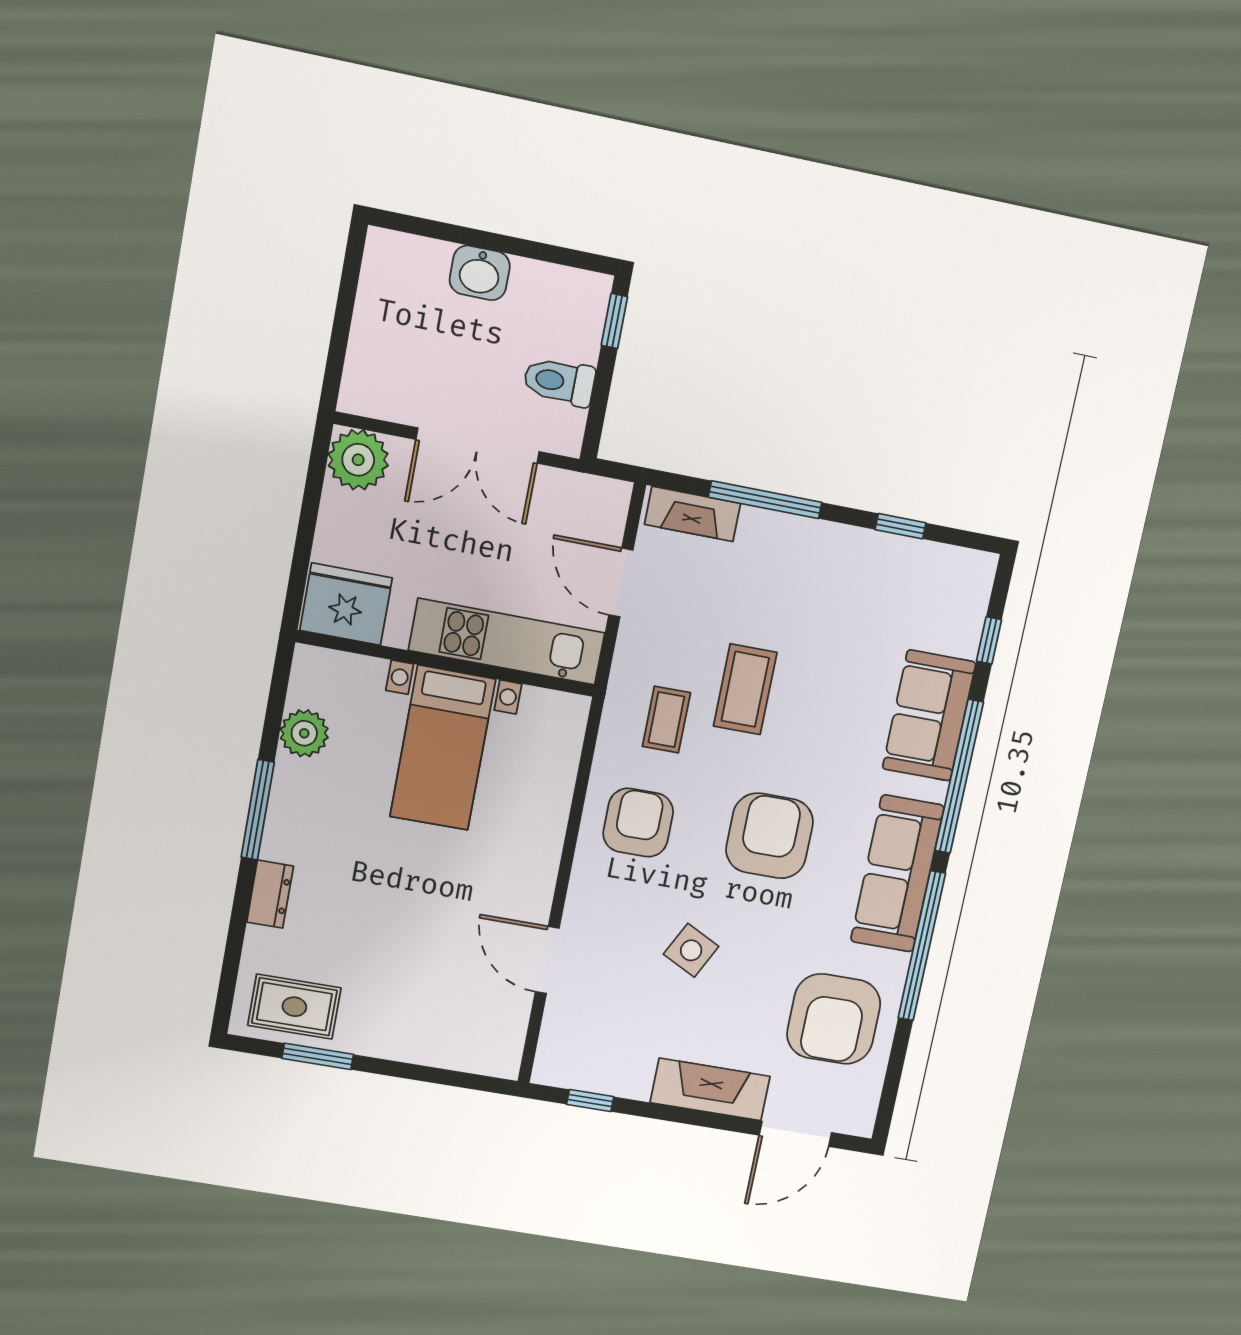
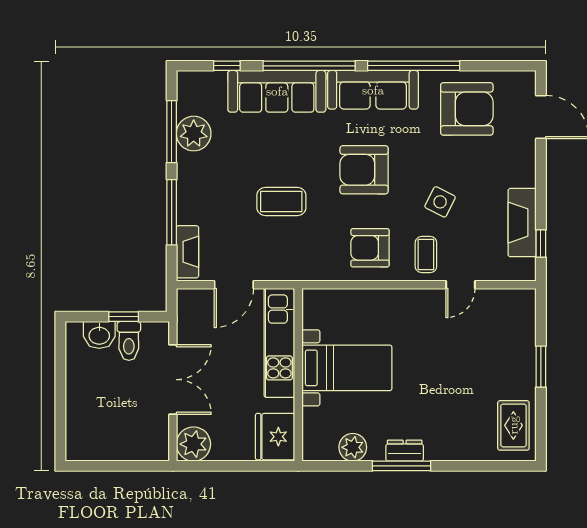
washbasin: (480, 273) -> (99, 335), moved, turned 90
window: (614, 321) -> (124, 317), moved
window: (901, 526) -> (172, 132), width x2.17
plant: (889, 563) -> (194, 134), added
sofa: (929, 716) -> (277, 91), width x1.36
coffee table: (666, 720) -> (426, 255), moved, turned 90
dresser: (270, 894) -> (405, 451), moved
door: (547, 960) -> (460, 285), width x0.73
window: (318, 1056) -> (541, 367), moved
fireplace: (710, 1089) -> (522, 223), moved

